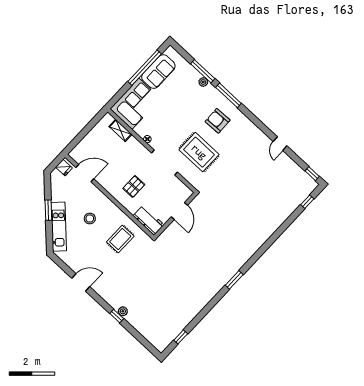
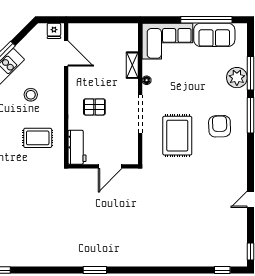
plant: (203, 82) -> (237, 78), width x1.88, depth x1.88
shelving: (120, 130) -> (132, 65), moved

